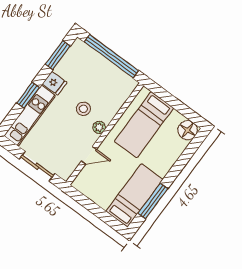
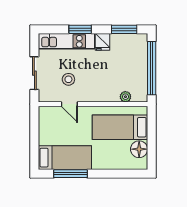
stool: (83, 109) -> (68, 79), moved
plant: (99, 127) -> (125, 97), moved
floor lamp: (188, 130) -> (139, 149), moved

